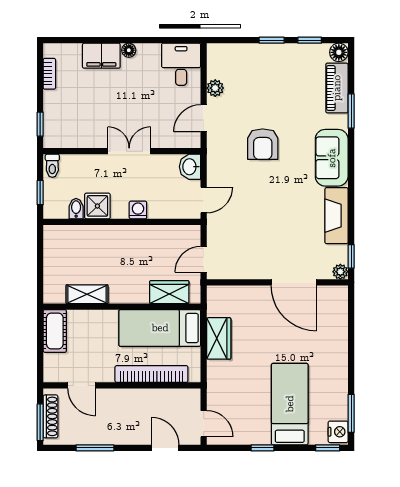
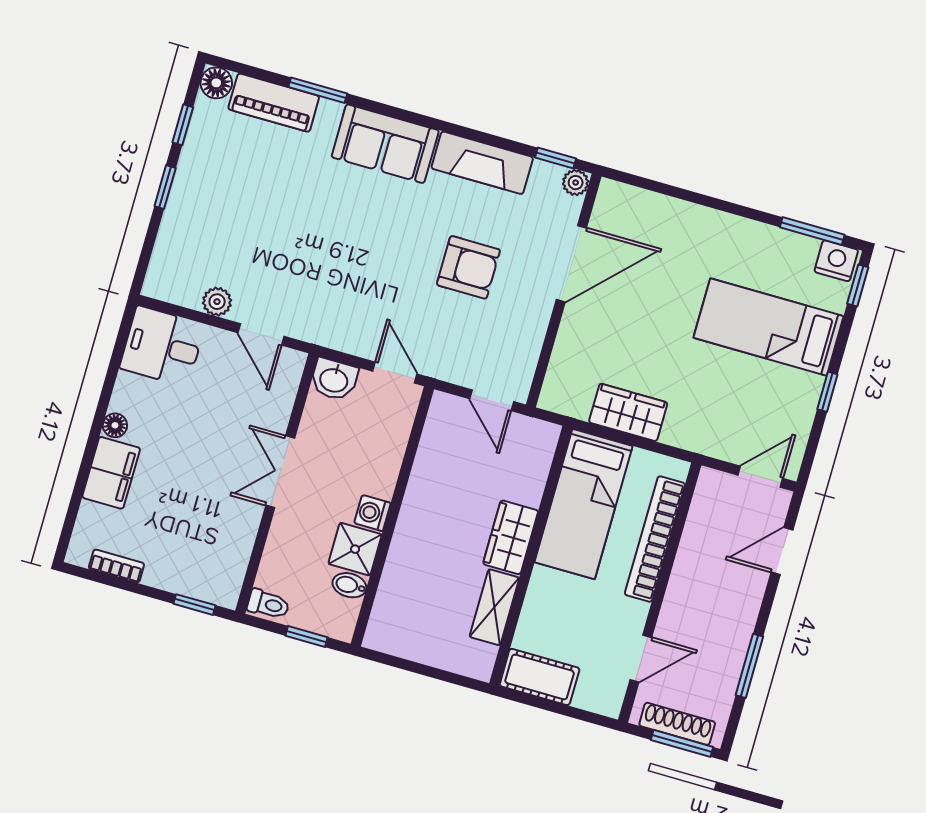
armchair: (263, 144) -> (468, 267), moved
washing machine: (138, 210) -> (372, 513), moved
wardrobe: (169, 292) -> (511, 537), moved

